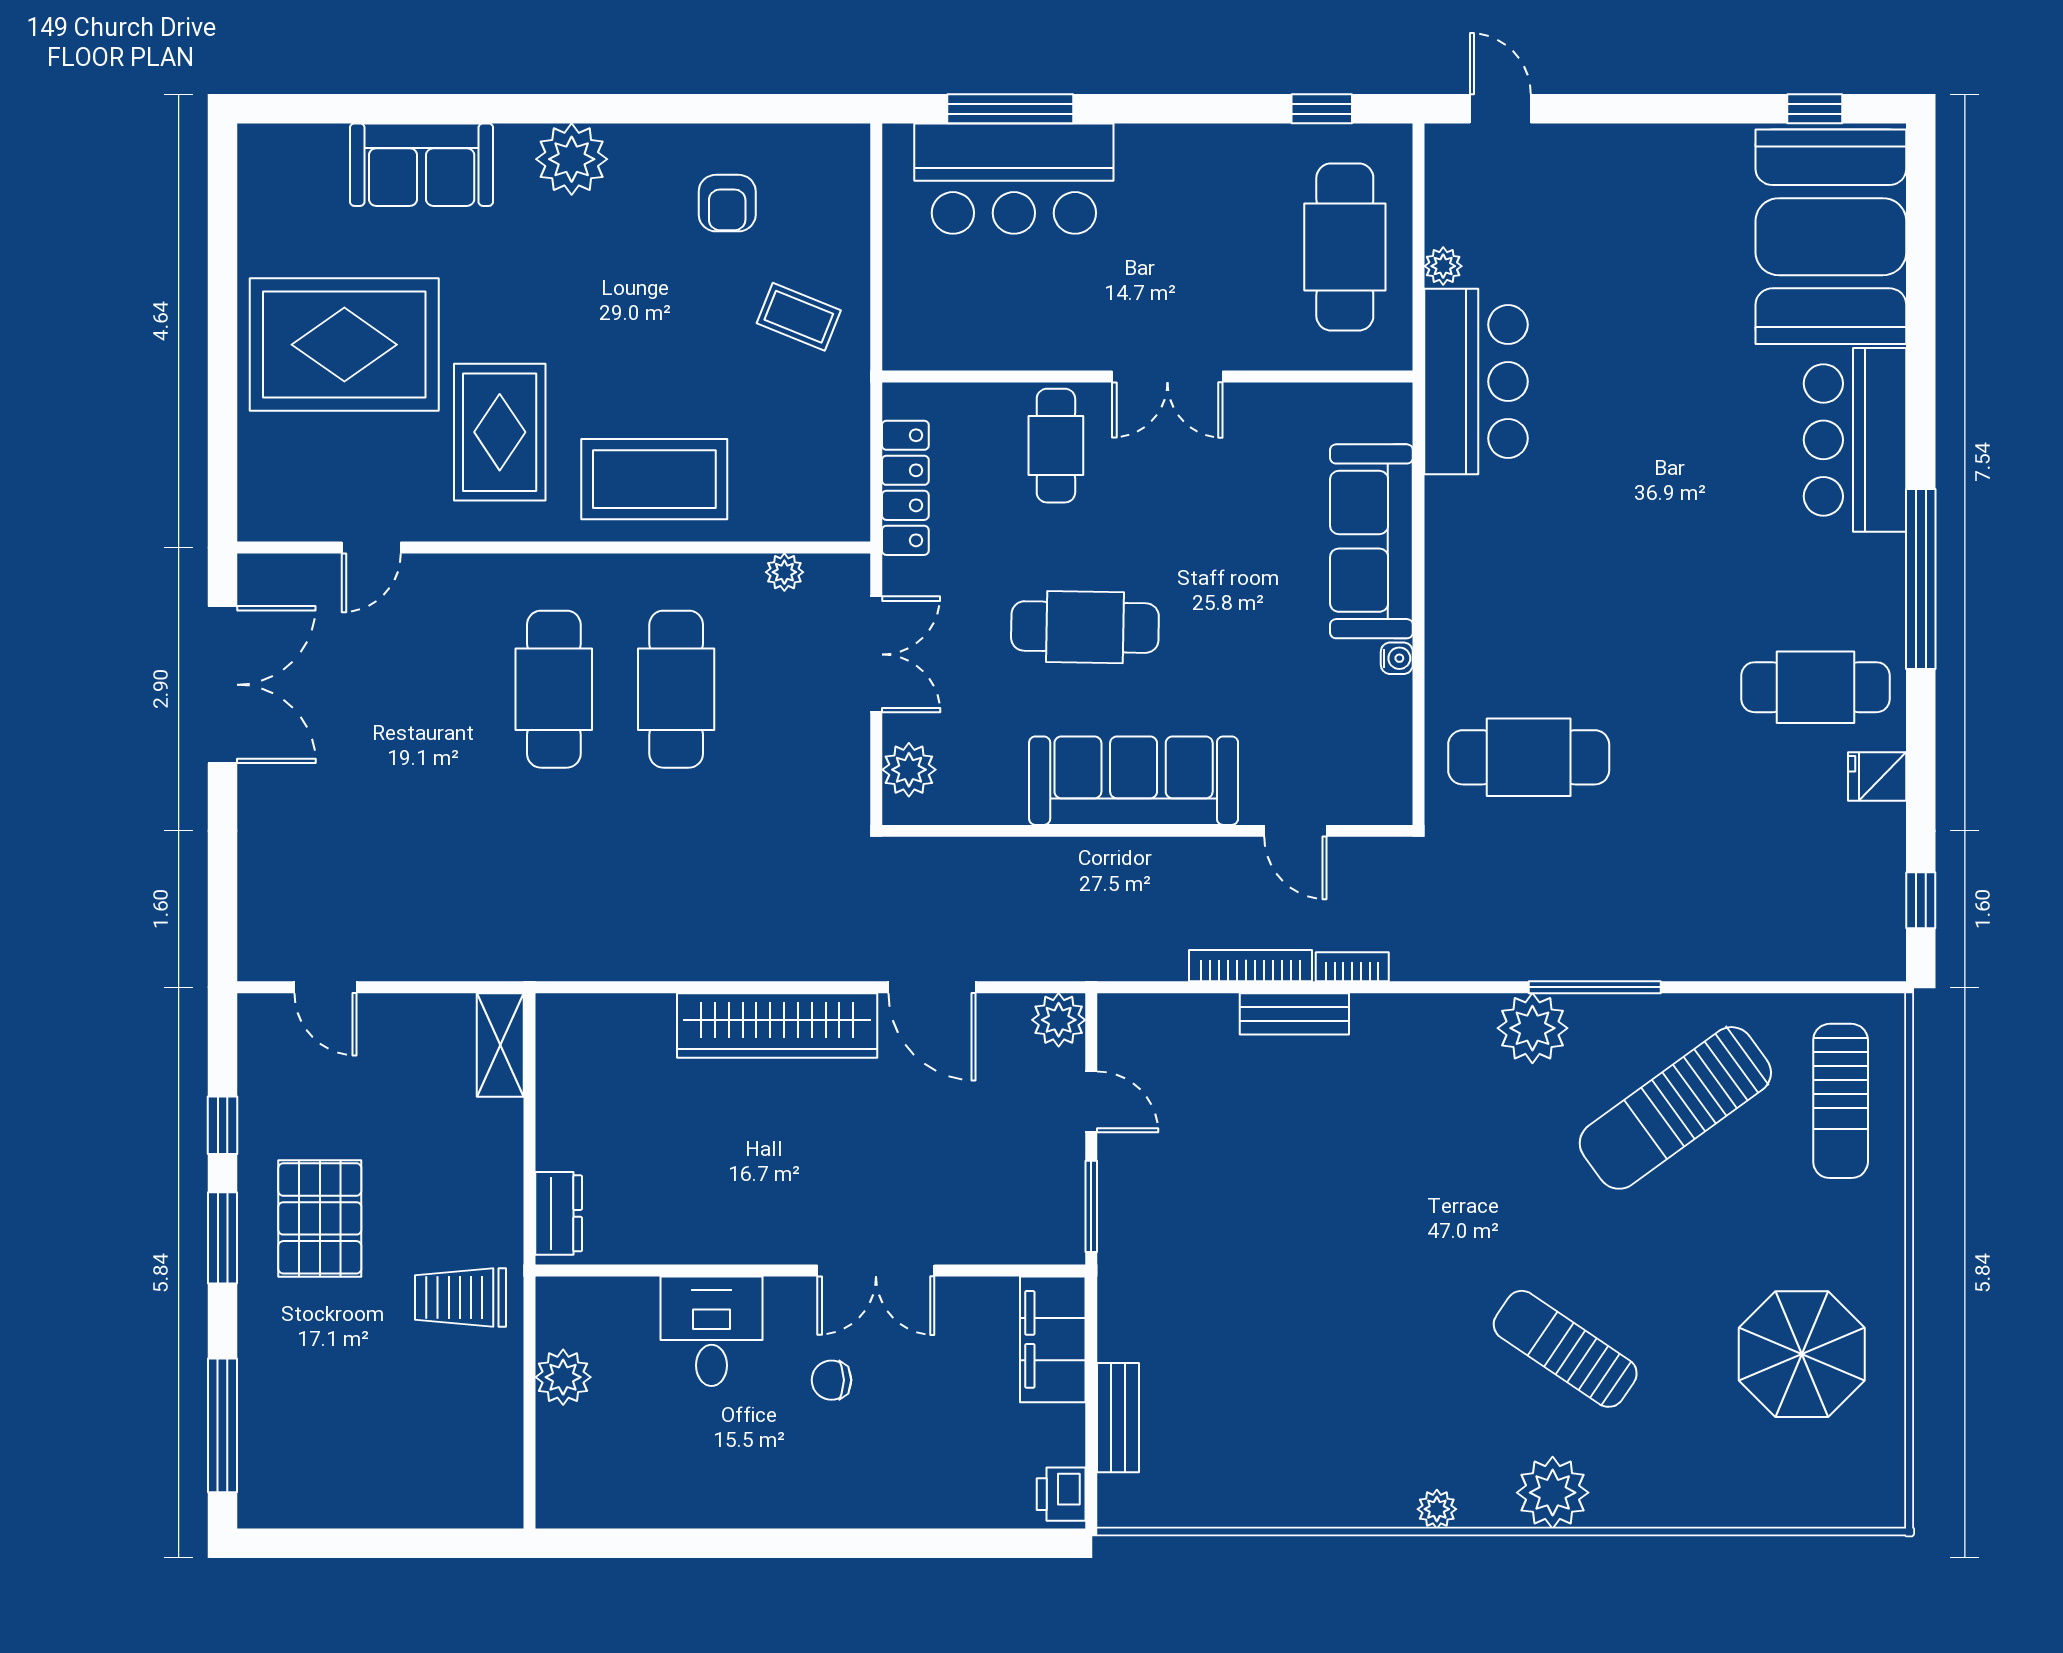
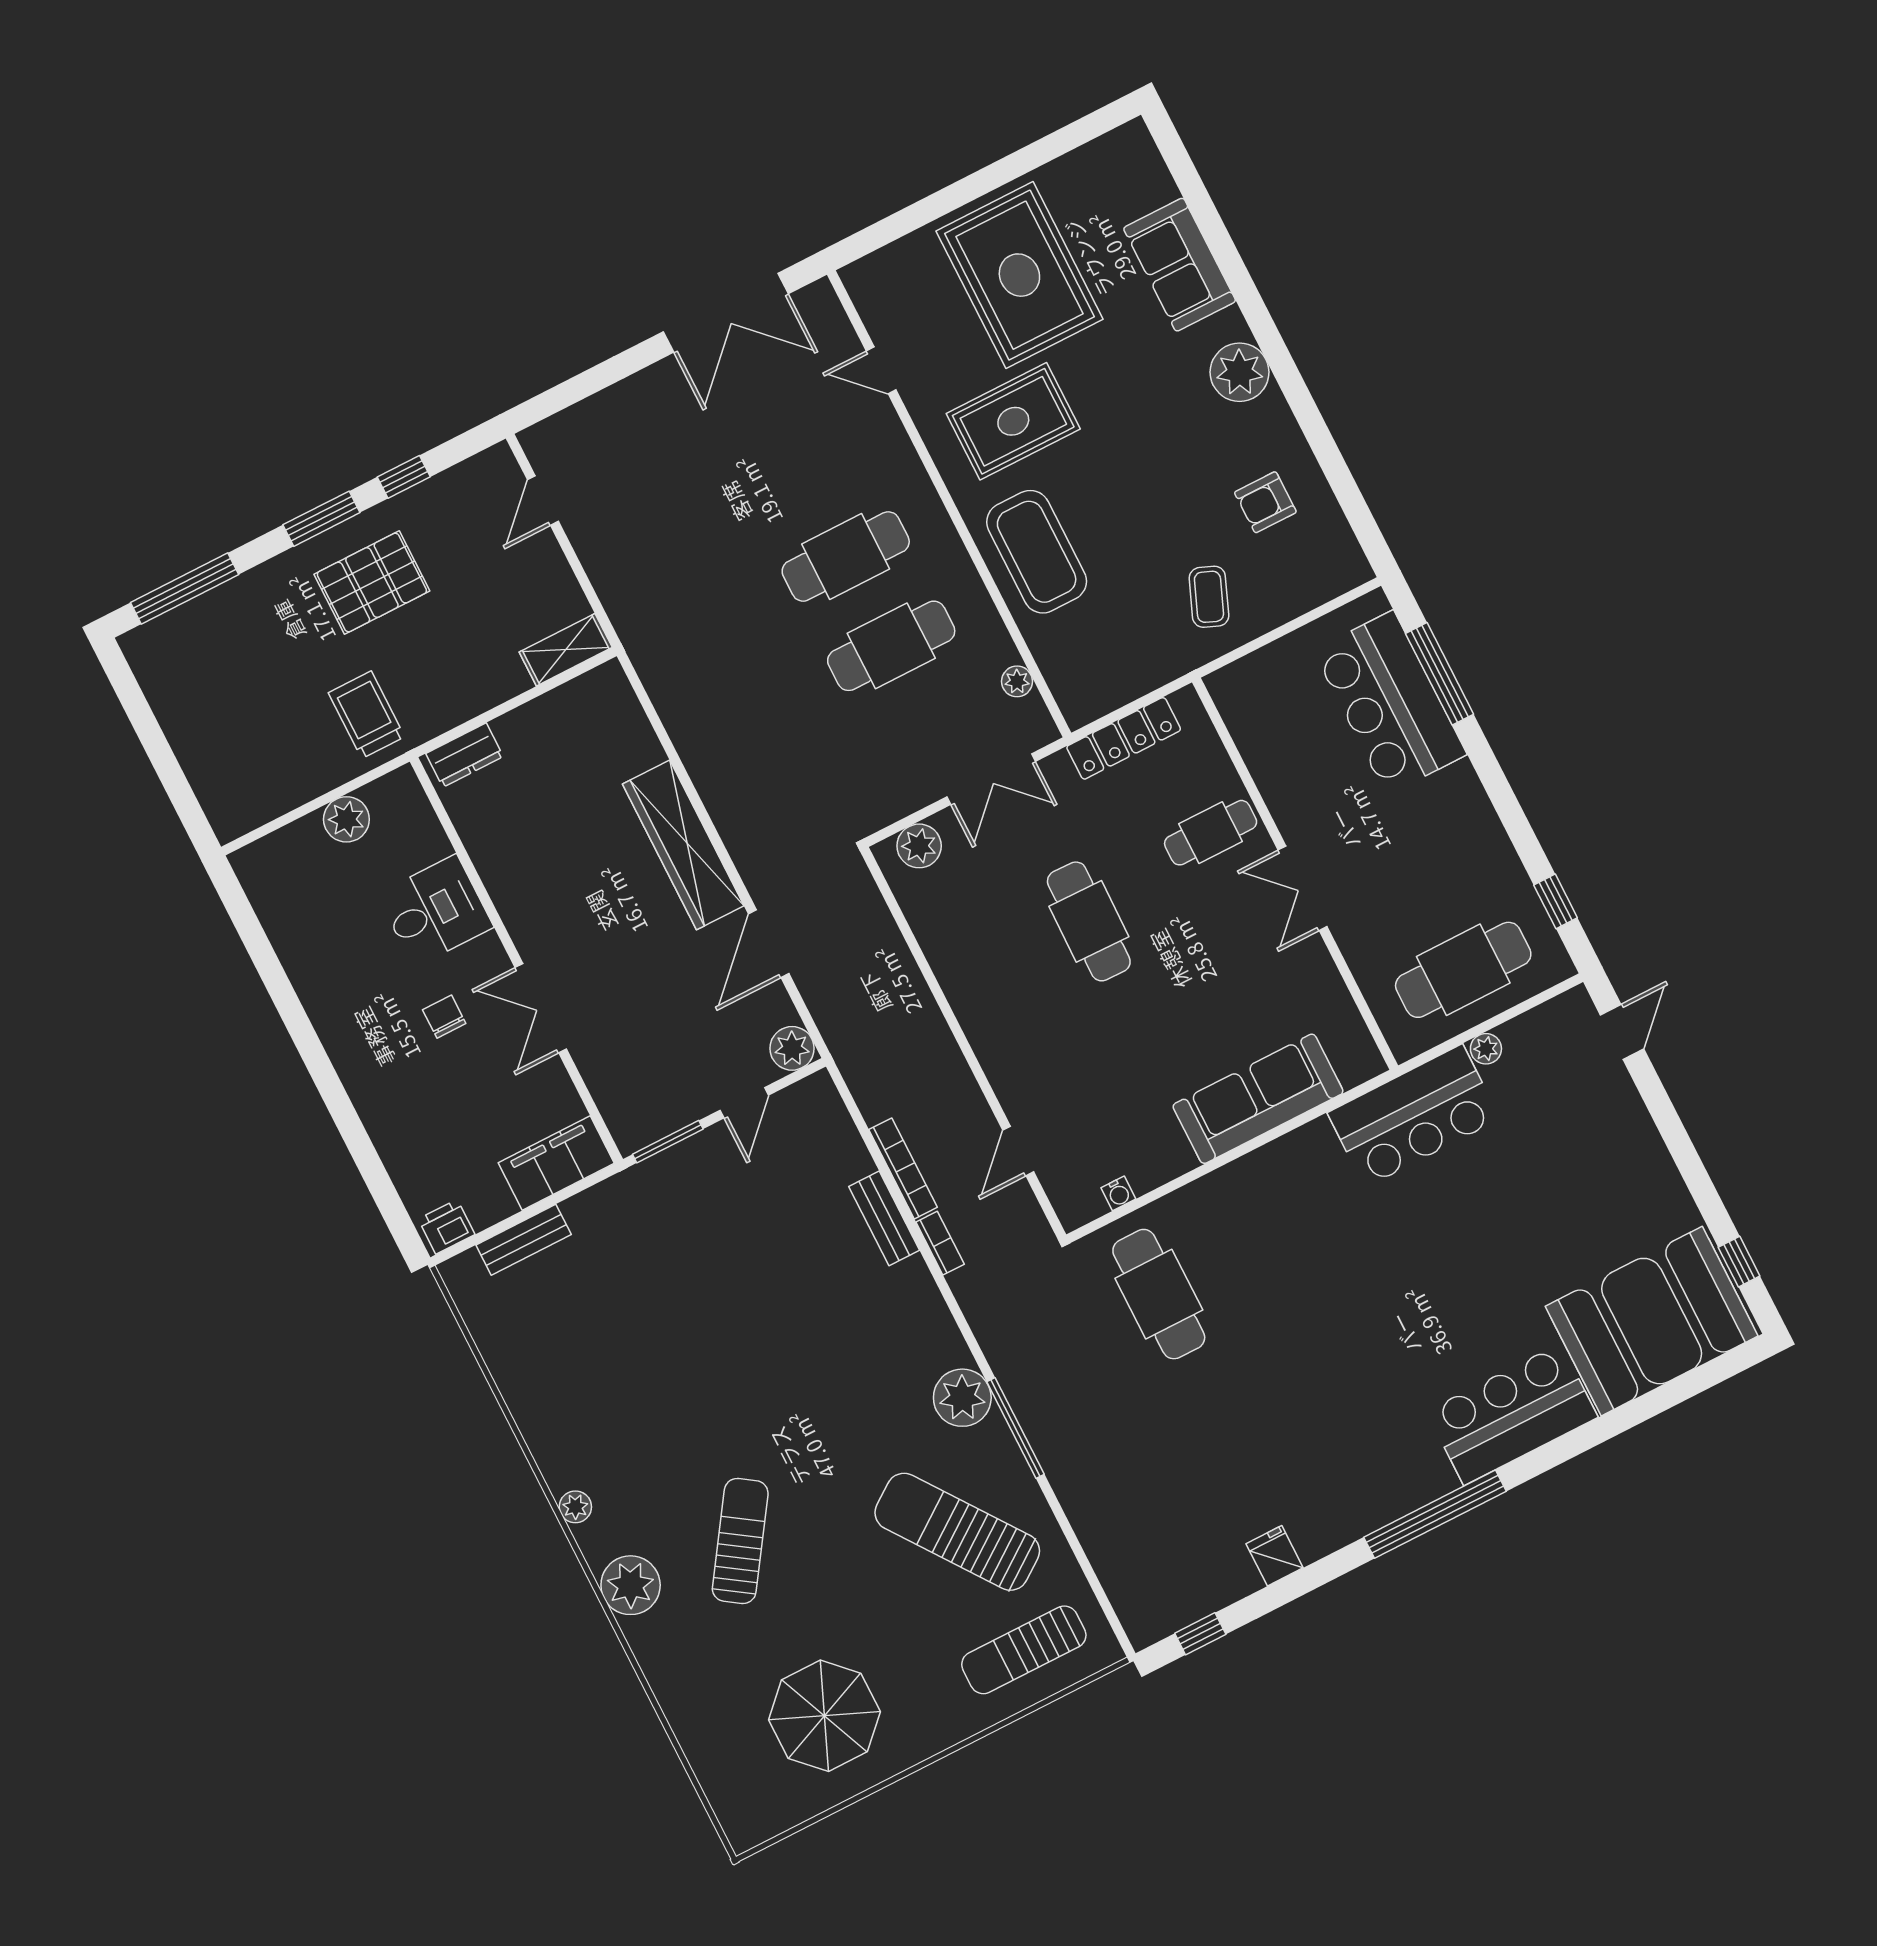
water cooler: (1397, 658) -> (1118, 1193), moved
cafe table: (1816, 687) -> (1317, 1478), removed
sofa: (1134, 781) -> (995, 1014), removed

